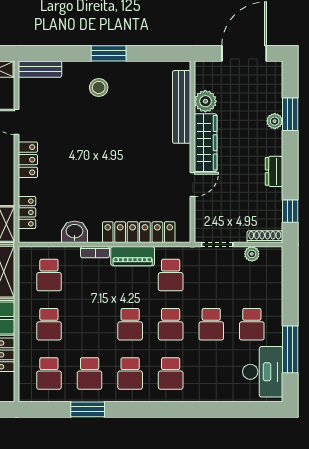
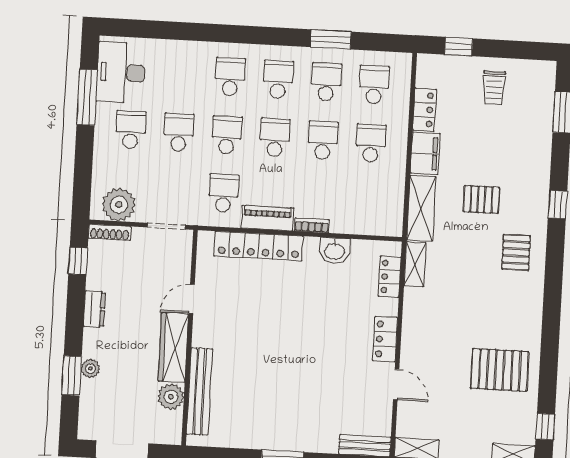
stool: (99, 87) -> (296, 420), removed
plant: (252, 254) -> (119, 205), width x1.88, depth x1.88
school desk: (49, 275) -> (323, 140), moved

